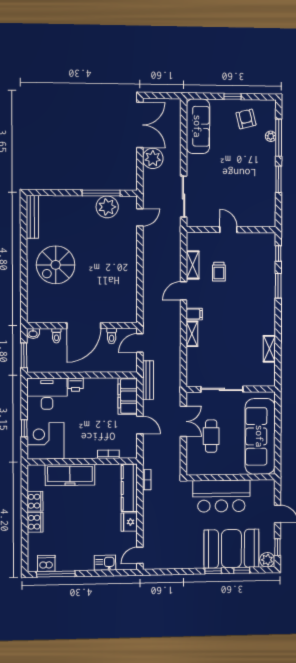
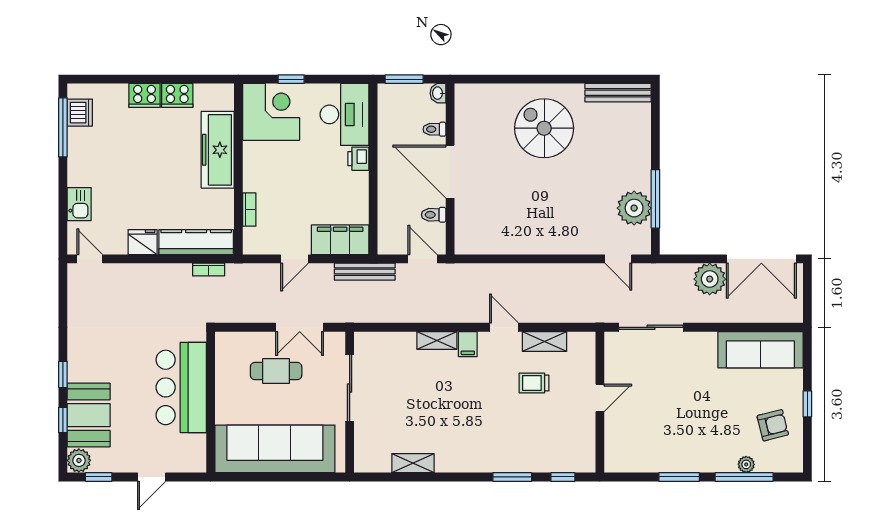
booth: (231, 549) -> (89, 415), width x0.73, depth x0.70

